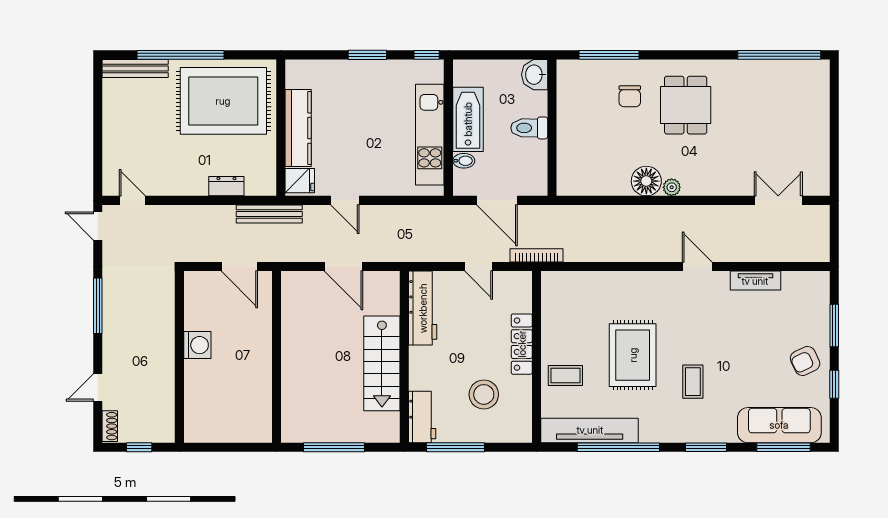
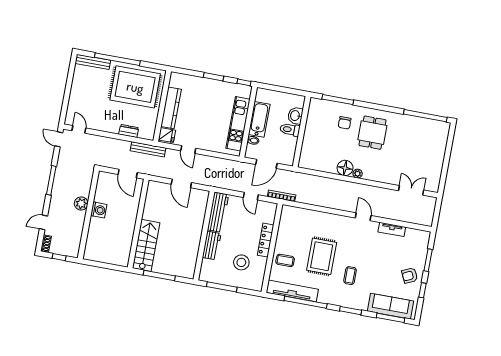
washbasin: (535, 75) -> (295, 116), moved
door: (497, 200) -> (266, 164), hinge flipped
plant: (162, 339) -> (81, 204), added
stairs: (382, 363) -> (146, 245), moved, turned 180
workbench: (422, 417) -> (212, 246), moved

